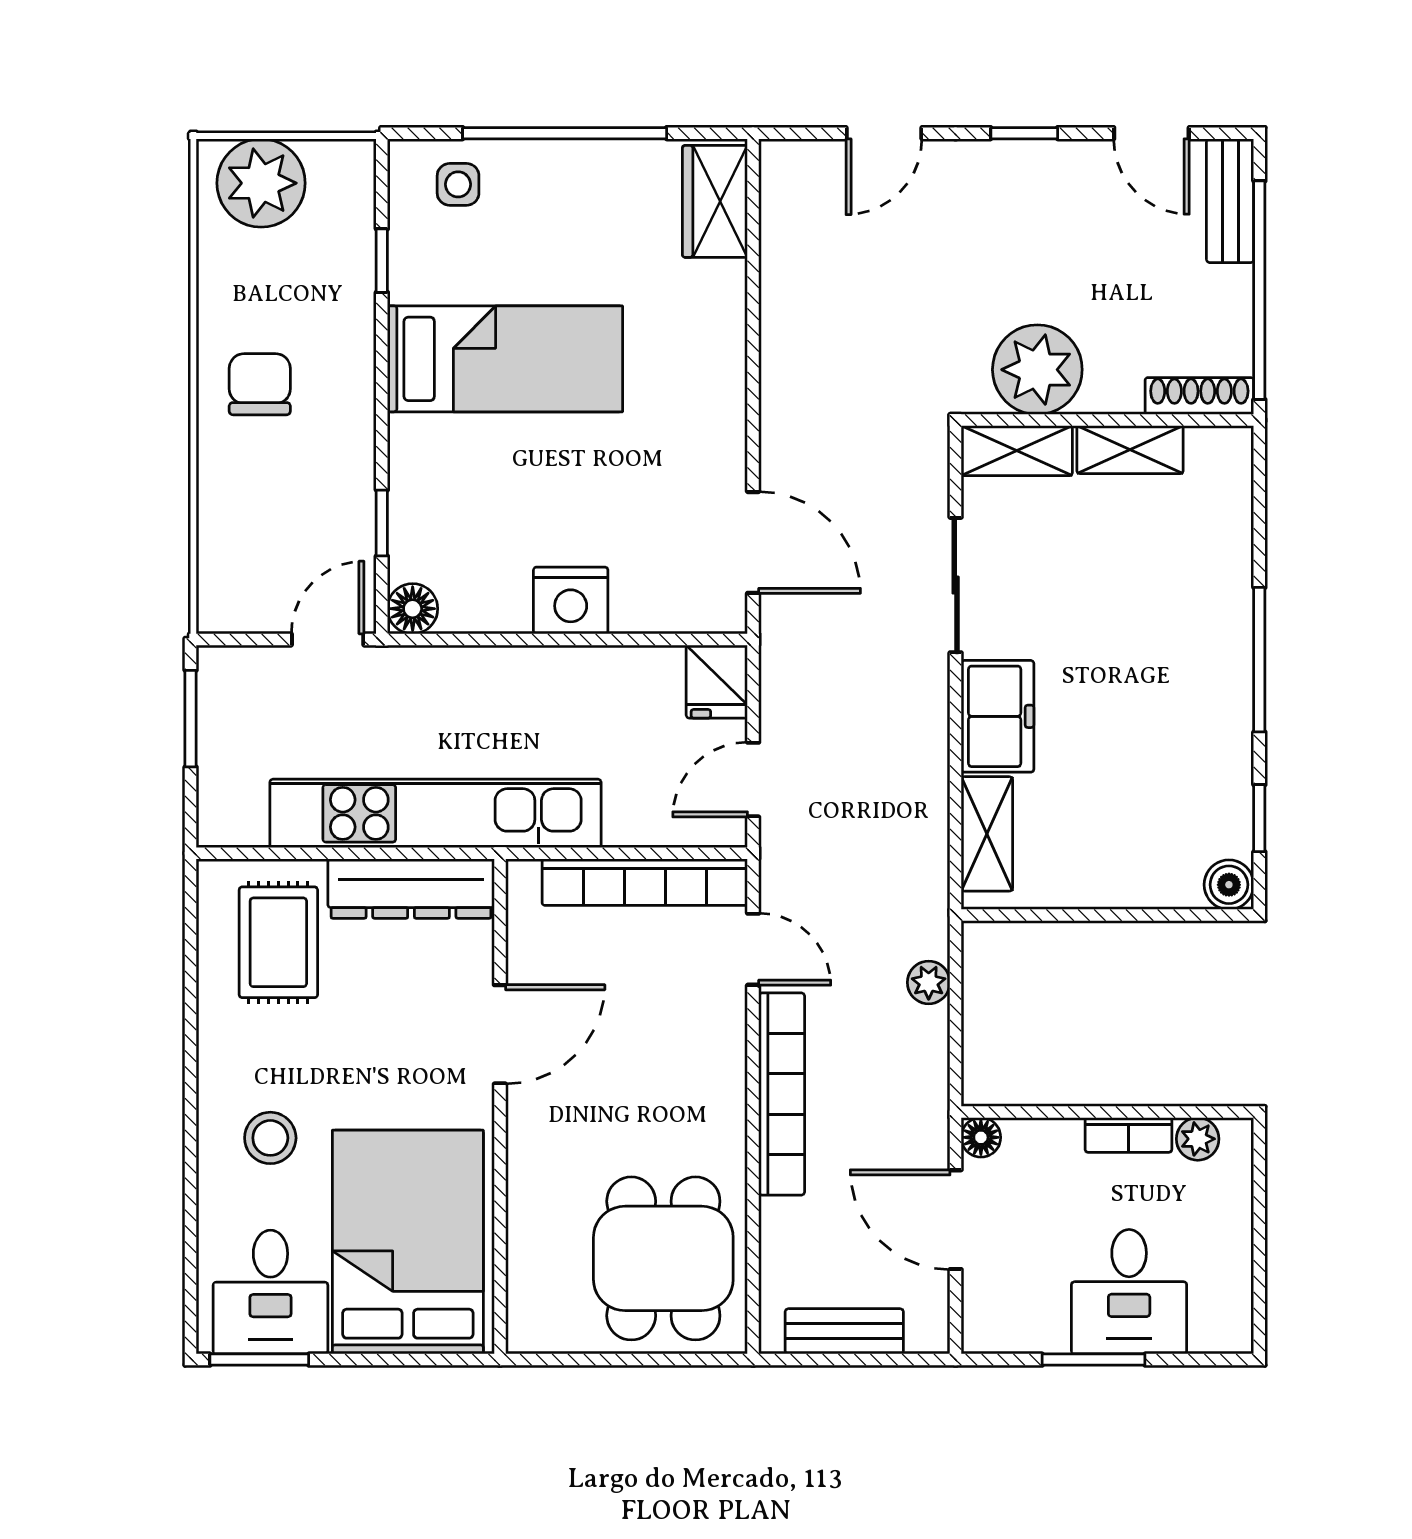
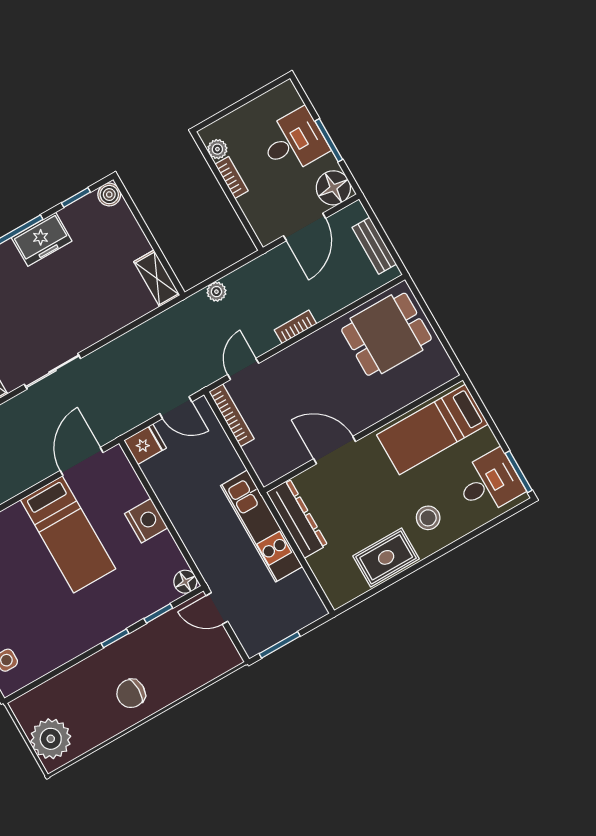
window: (382, 261) -> (115, 638), moved
bed: (505, 359) -> (68, 534), moved, turned 180
freezer: (998, 716) -> (42, 239), moved, turned 180
kitchen unit: (435, 813) -> (261, 526), width x0.73
shelving: (987, 834) -> (157, 278), moved, turned 90
bookcase: (645, 882) -> (231, 415), width x0.68, depth x0.76
rug: (278, 942) -> (386, 557), moved
bookcase: (782, 1094) -> (295, 327), width x0.43, depth x0.76
floor lamp: (981, 1137) -> (333, 188), moved, width x1.89, depth x1.89
bed: (408, 1242) -> (432, 429), width x0.67

